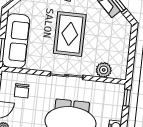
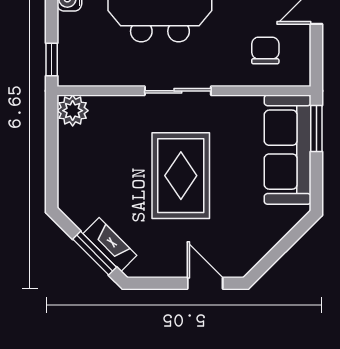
plant: (104, 70) -> (73, 111), moved

